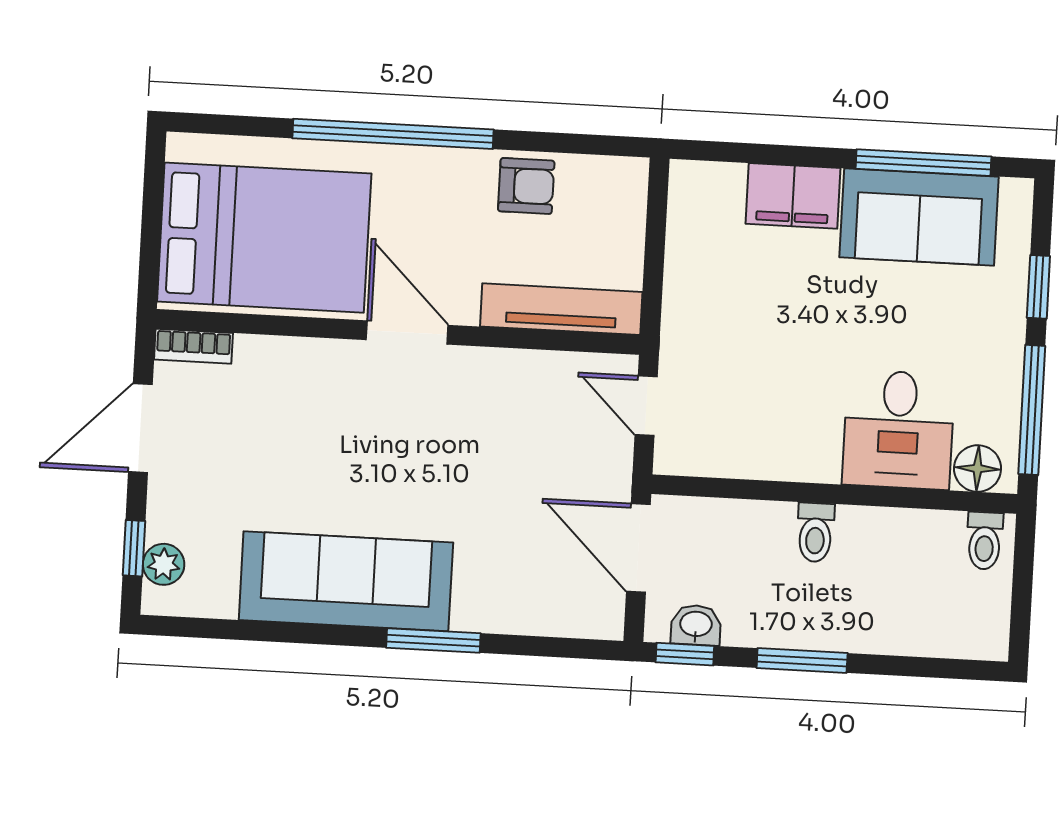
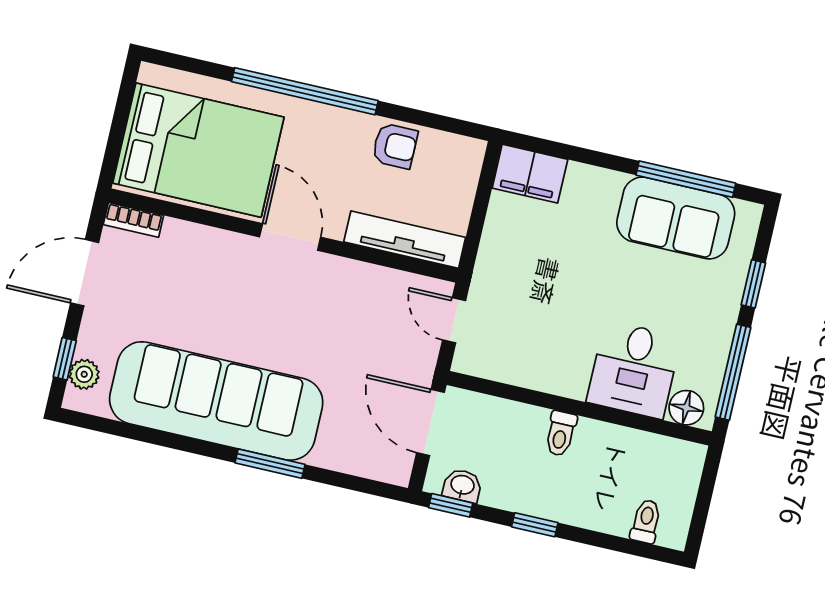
filing cabinet: (793, 196) -> (530, 174), moved
toilet: (985, 541) -> (646, 521), moved, turned 180
sofa: (346, 581) -> (216, 401), width x1.36, depth x1.27
window: (802, 661) -> (535, 525), width x0.67

